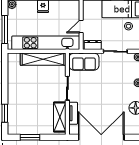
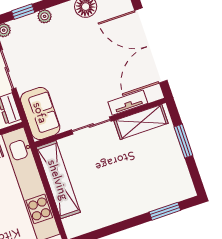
window: (30, 137) -> (183, 141), moved

